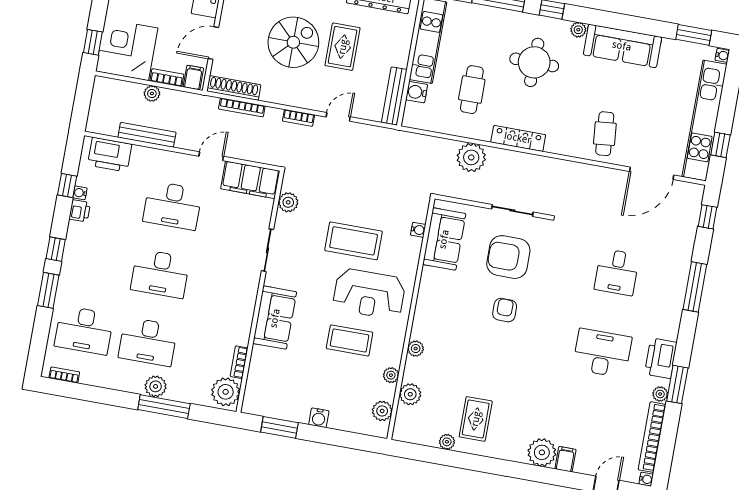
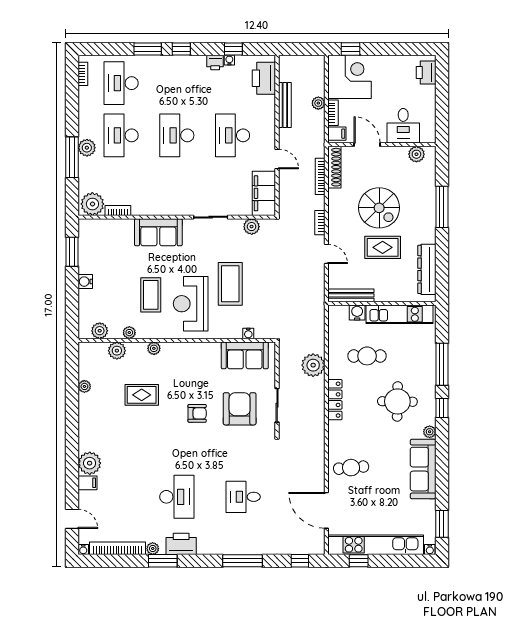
rug: (476, 419) -> (142, 395), moved

